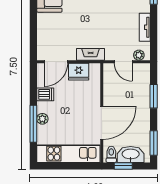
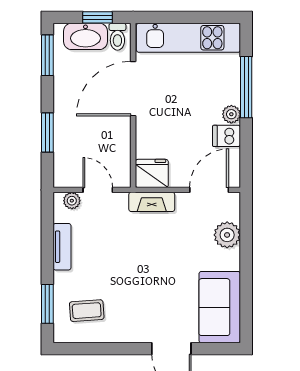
plant: (45, 34) -> (227, 235), added
fridge: (79, 72) -> (152, 173), moved
plant: (42, 119) -> (231, 114), moved

